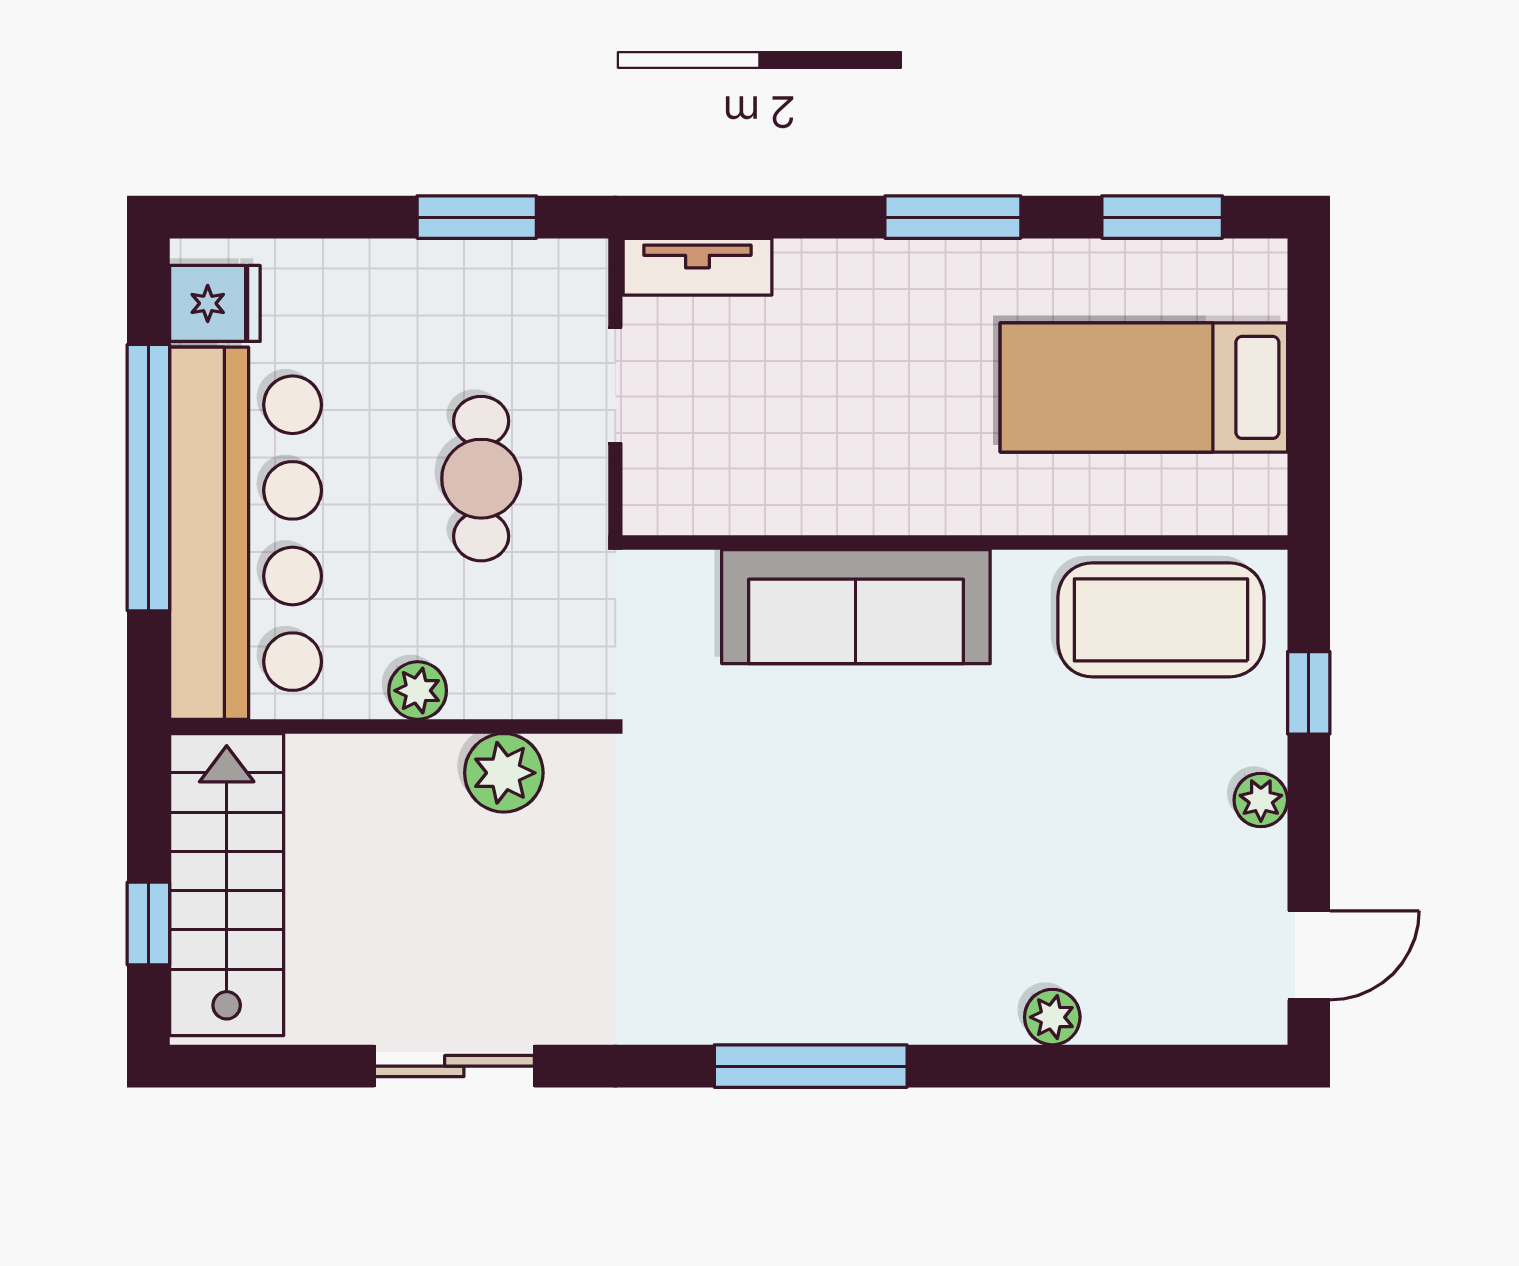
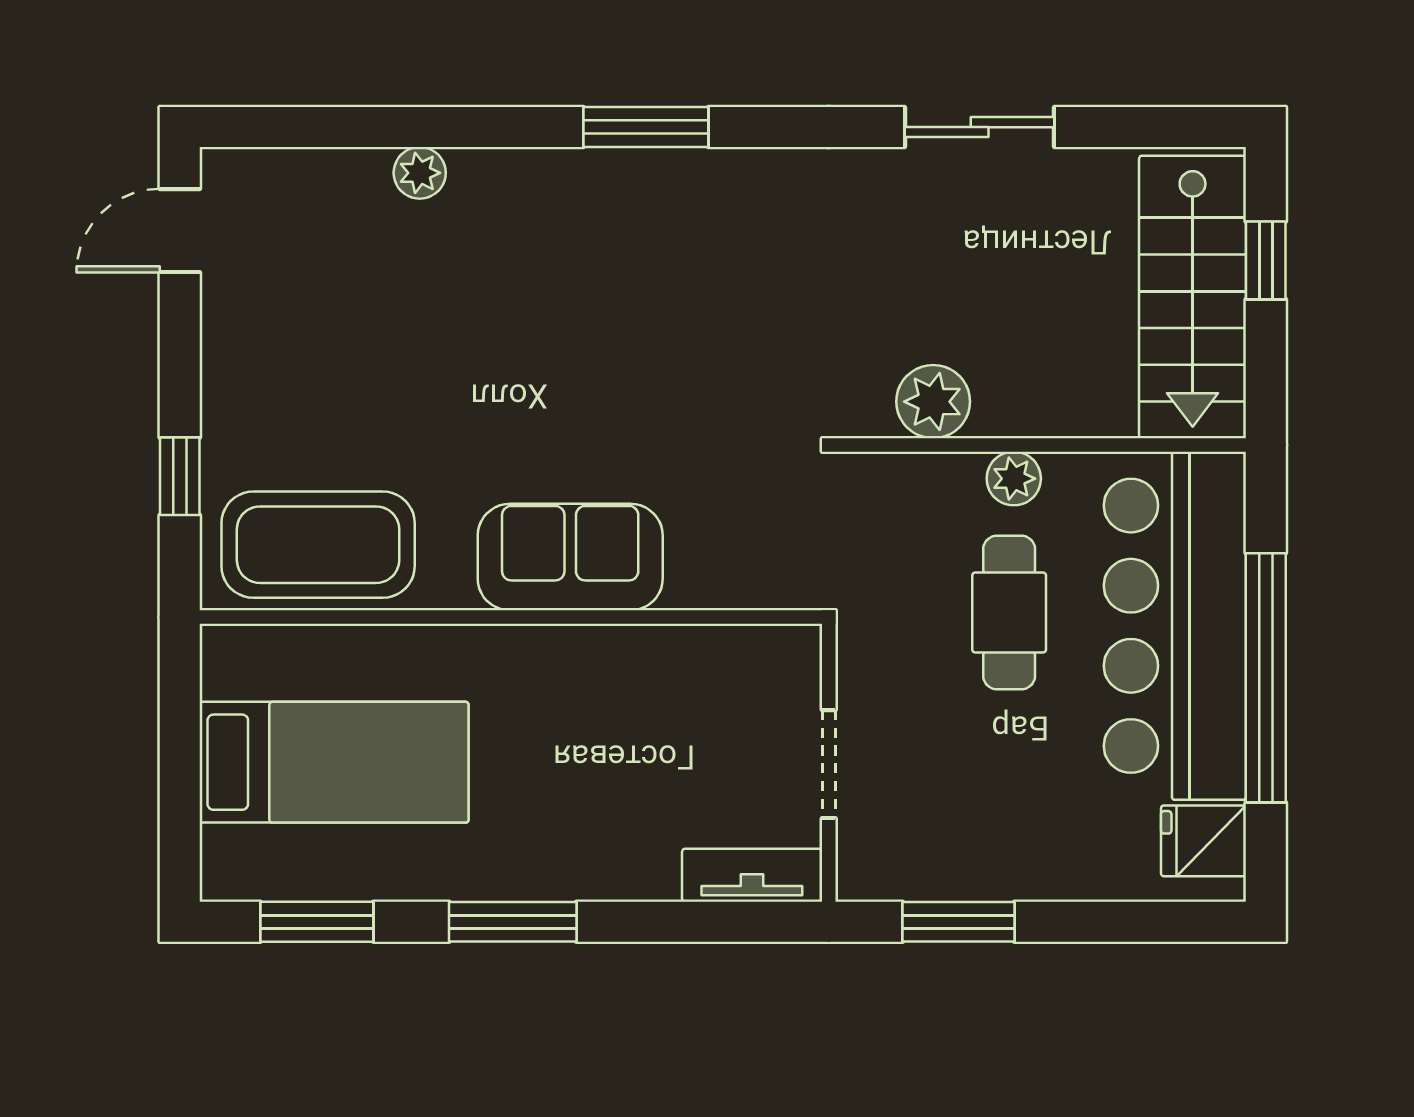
cafe table: (481, 479) -> (1009, 613), moved
sofa: (856, 607) -> (570, 557), width x0.73
plant: (1261, 800) -> (225, 376), removed
window: (811, 1066) -> (646, 127), width x0.69

